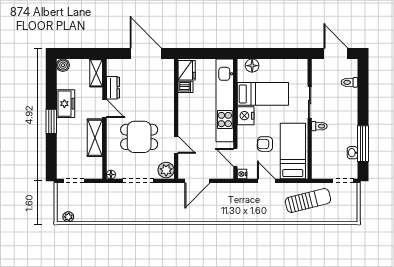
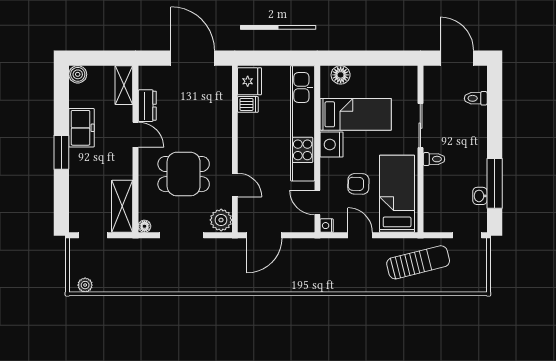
shelving: (95, 138) -> (122, 206), moved

